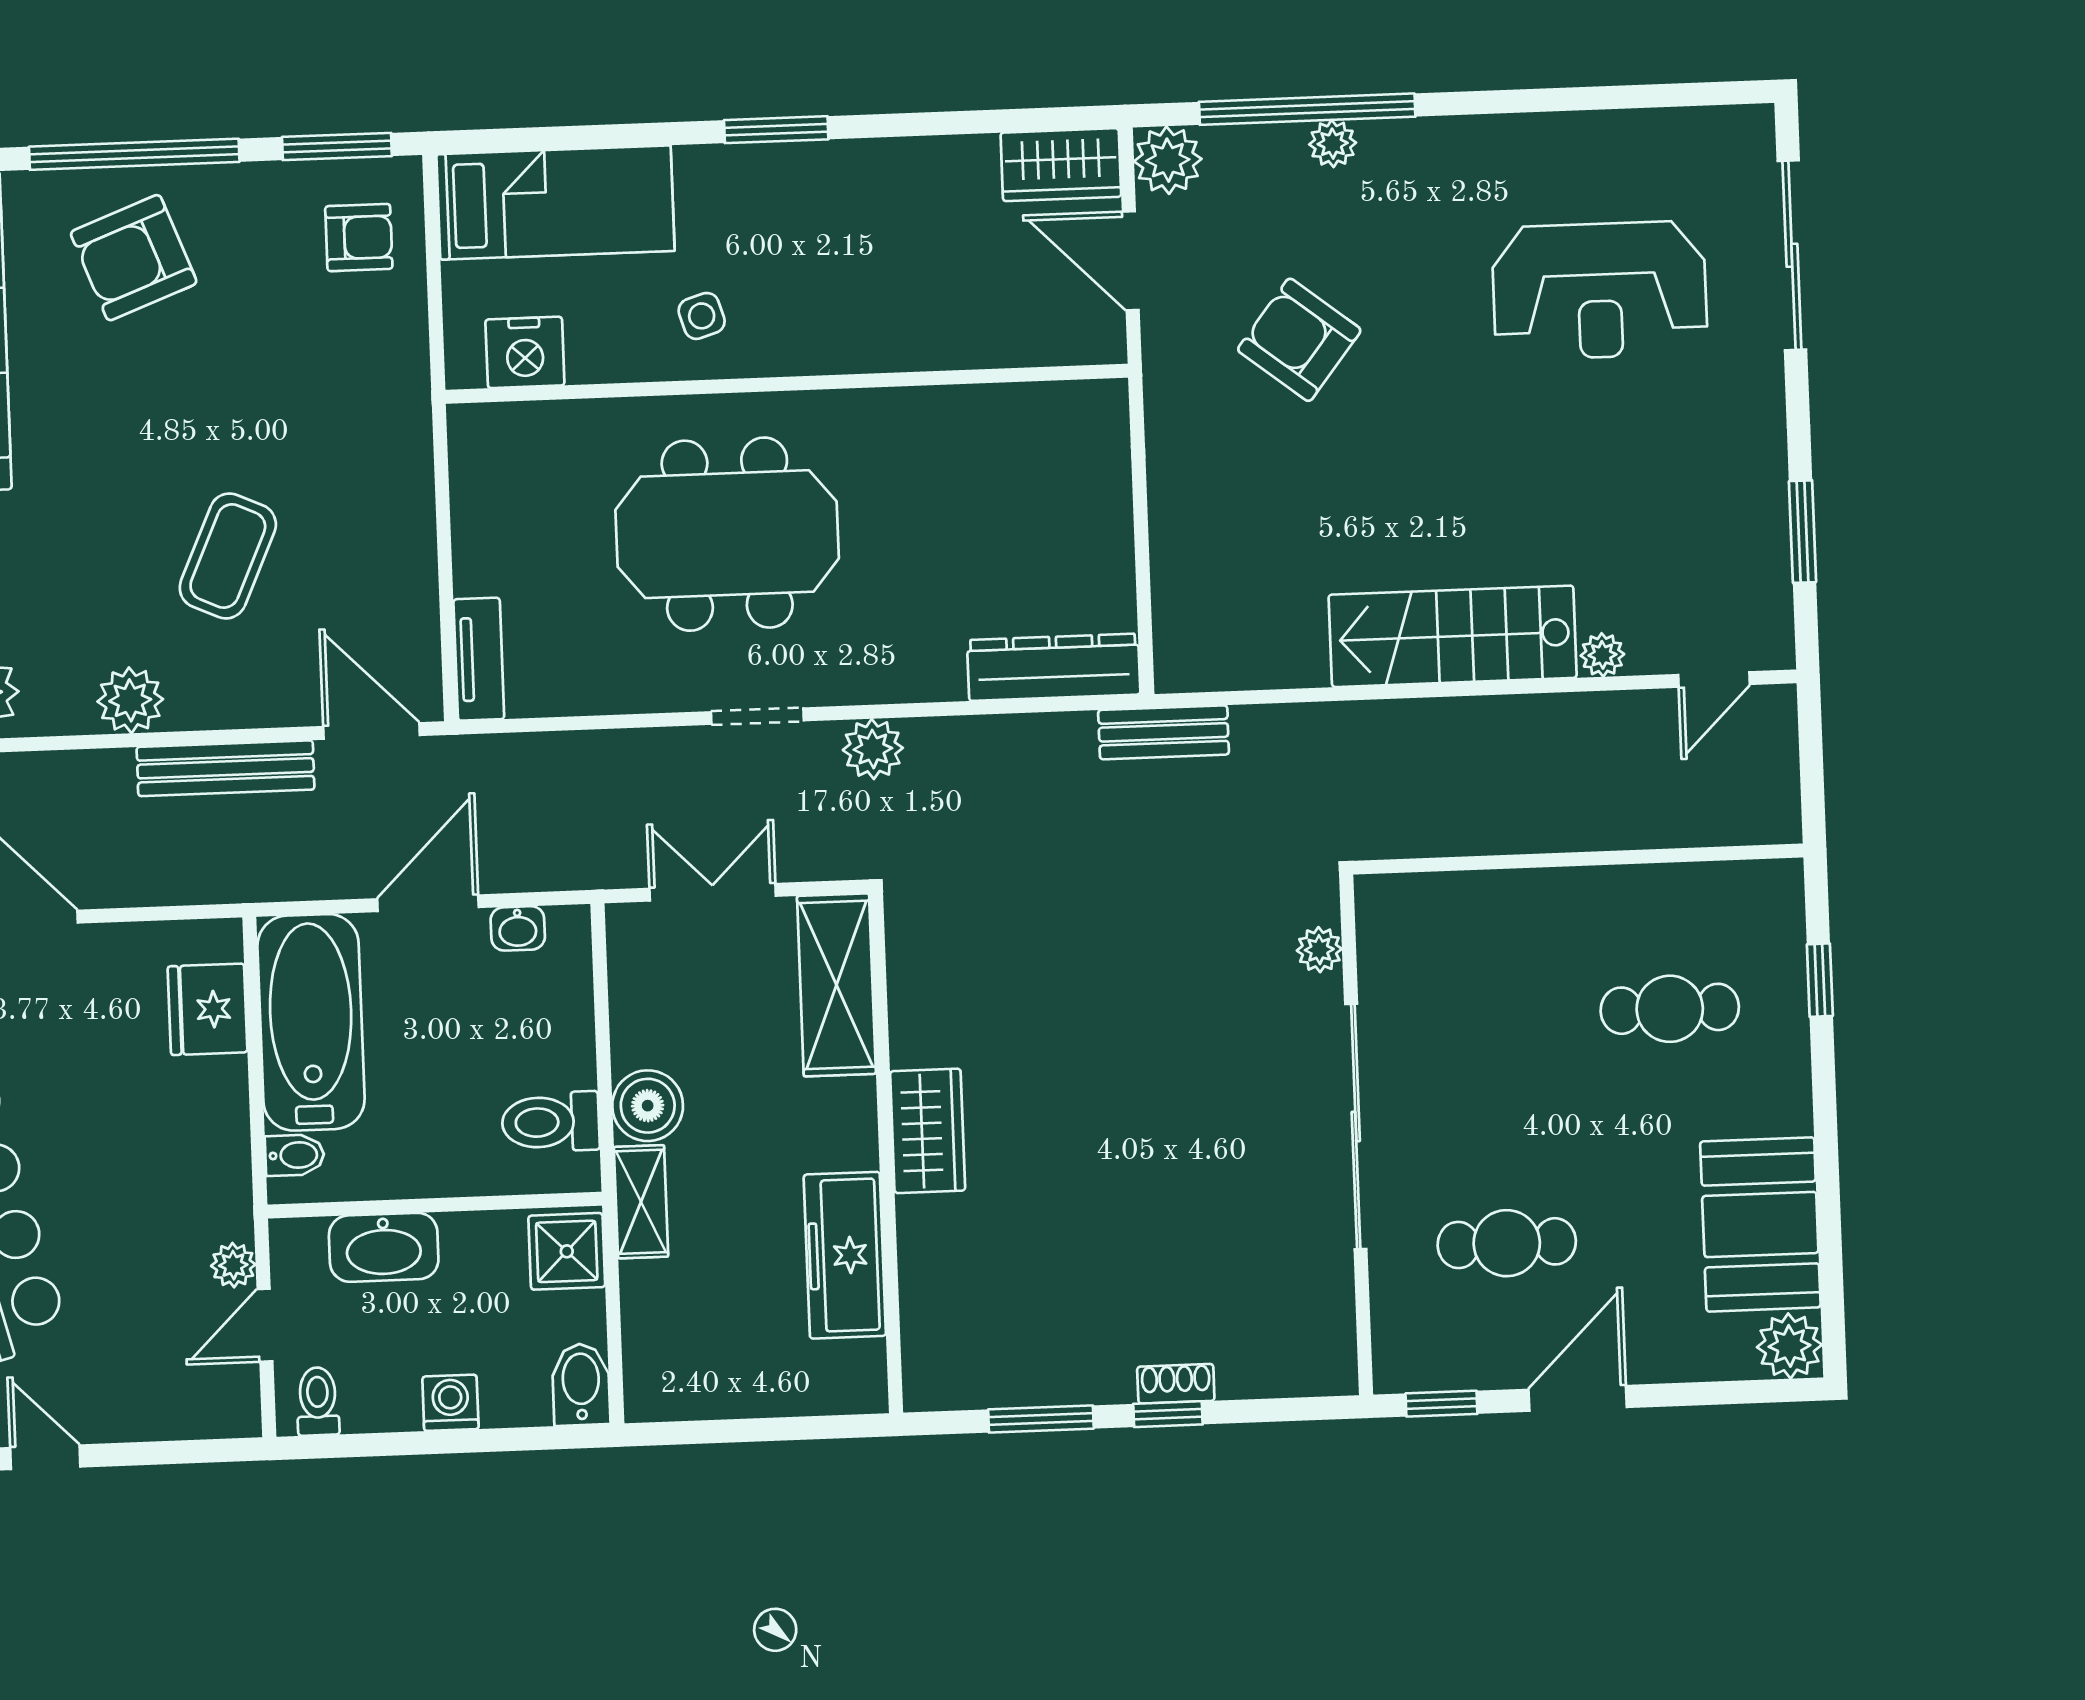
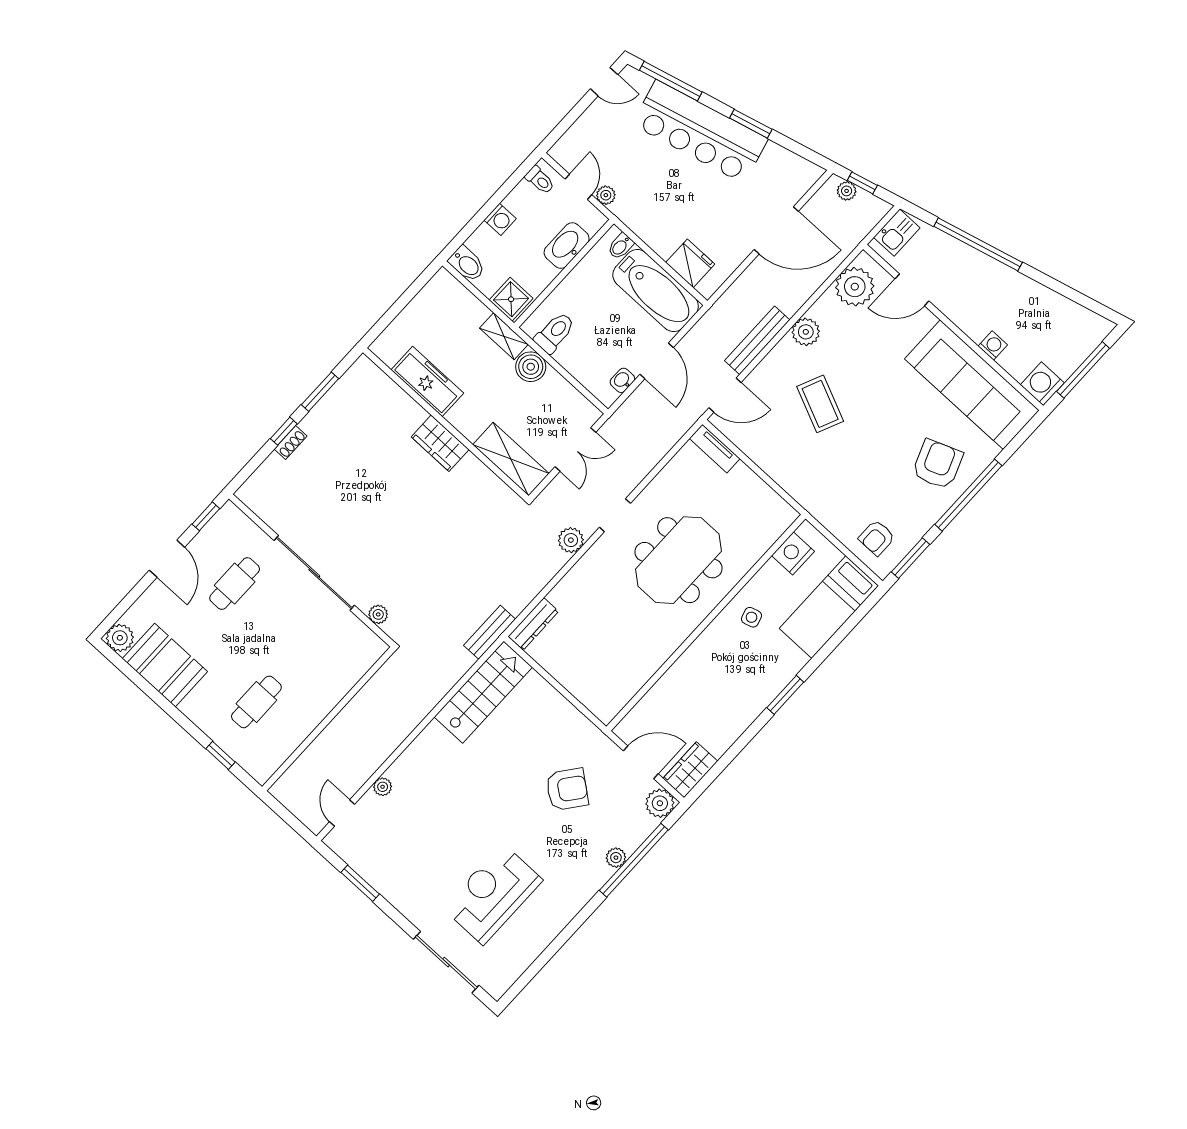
stairs: (1453, 636) -> (483, 692), moved
dresser: (1054, 667) -> (533, 624), width x0.73, depth x0.80

